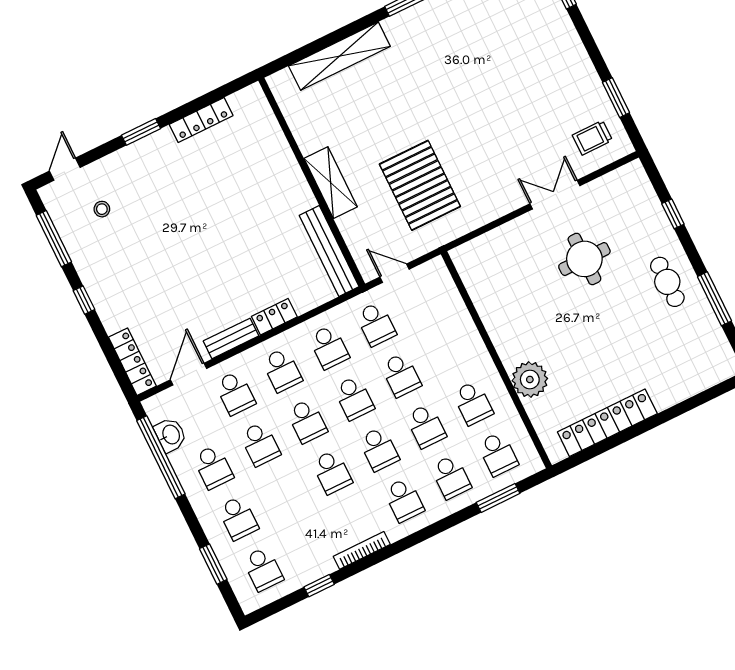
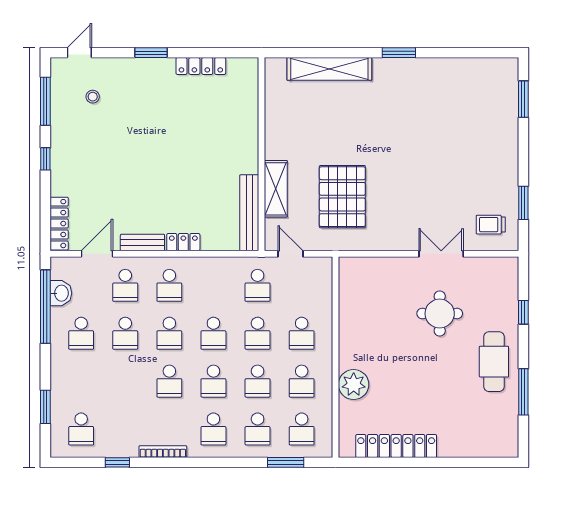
shelving: (331, 183) -> (276, 189), moved
cafe table: (667, 282) -> (494, 362), width x1.37, depth x1.35
school desk: (329, 347) -> (302, 333), moved
school desk: (238, 518) -> (81, 381), removed

